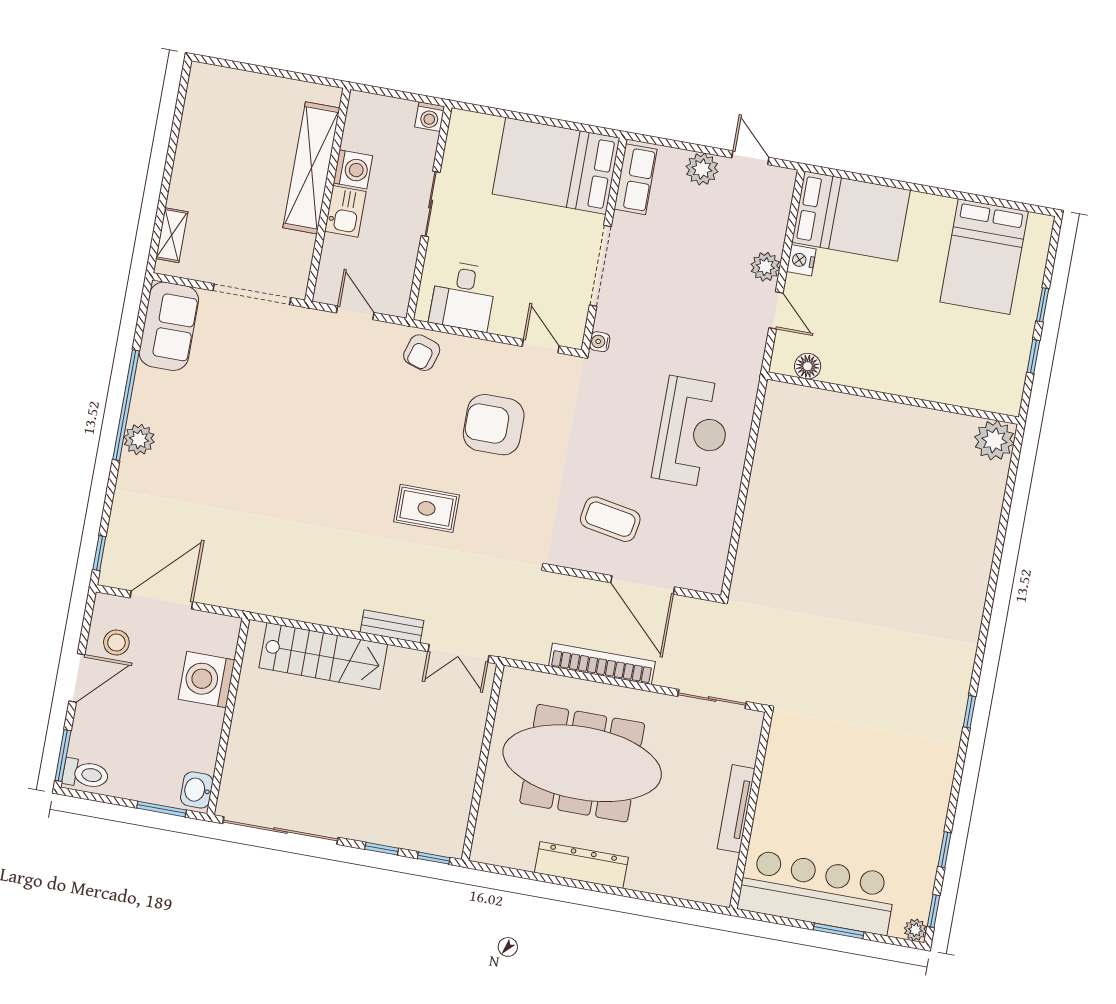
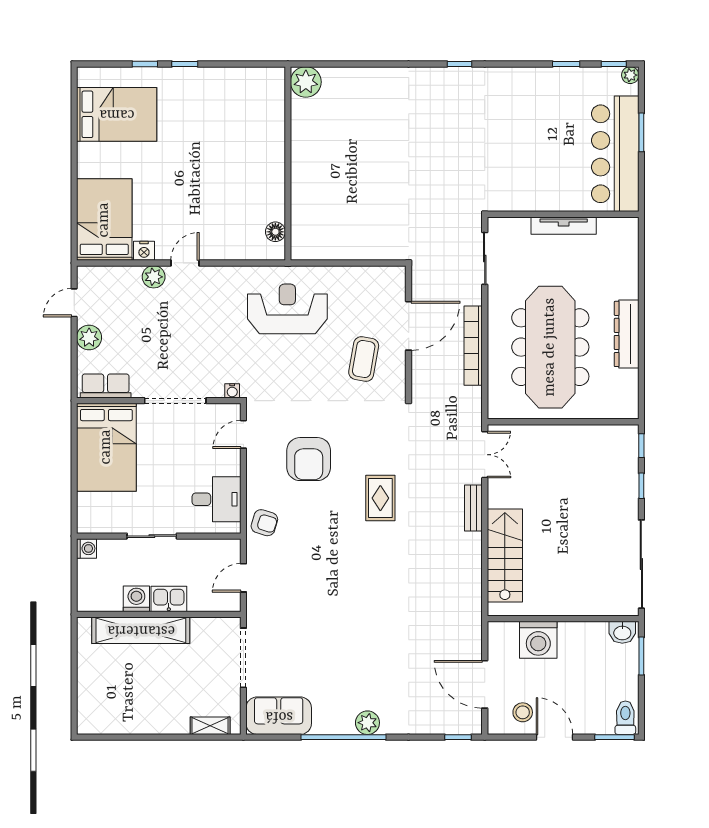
floor lamp: (808, 366) -> (275, 232), moved
wall: (893, 398) -> (288, 163), moved
plant: (994, 440) -> (306, 82), moved

